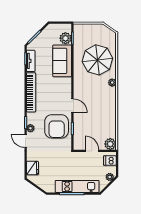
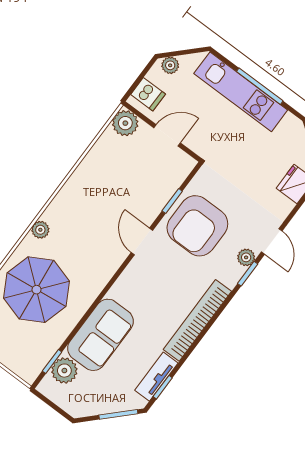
armchair: (57, 126) -> (197, 226), turned 180
door: (92, 151) -> (167, 135), swing flipped

